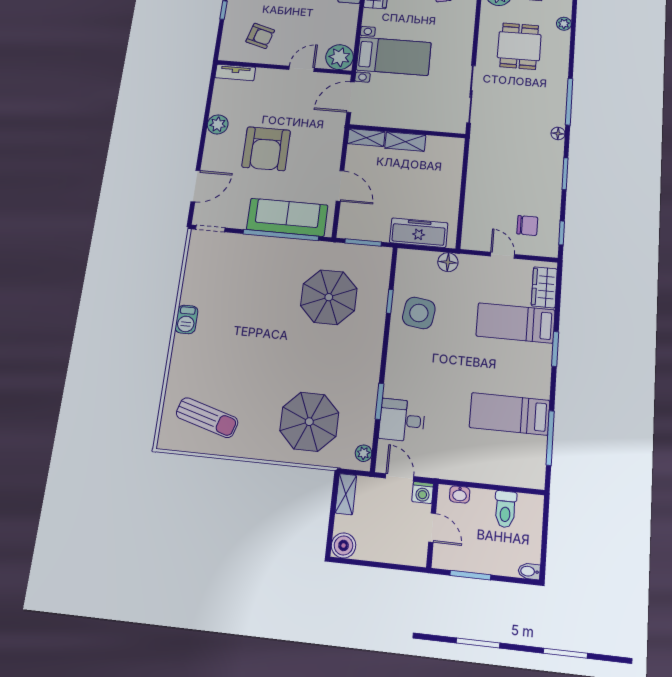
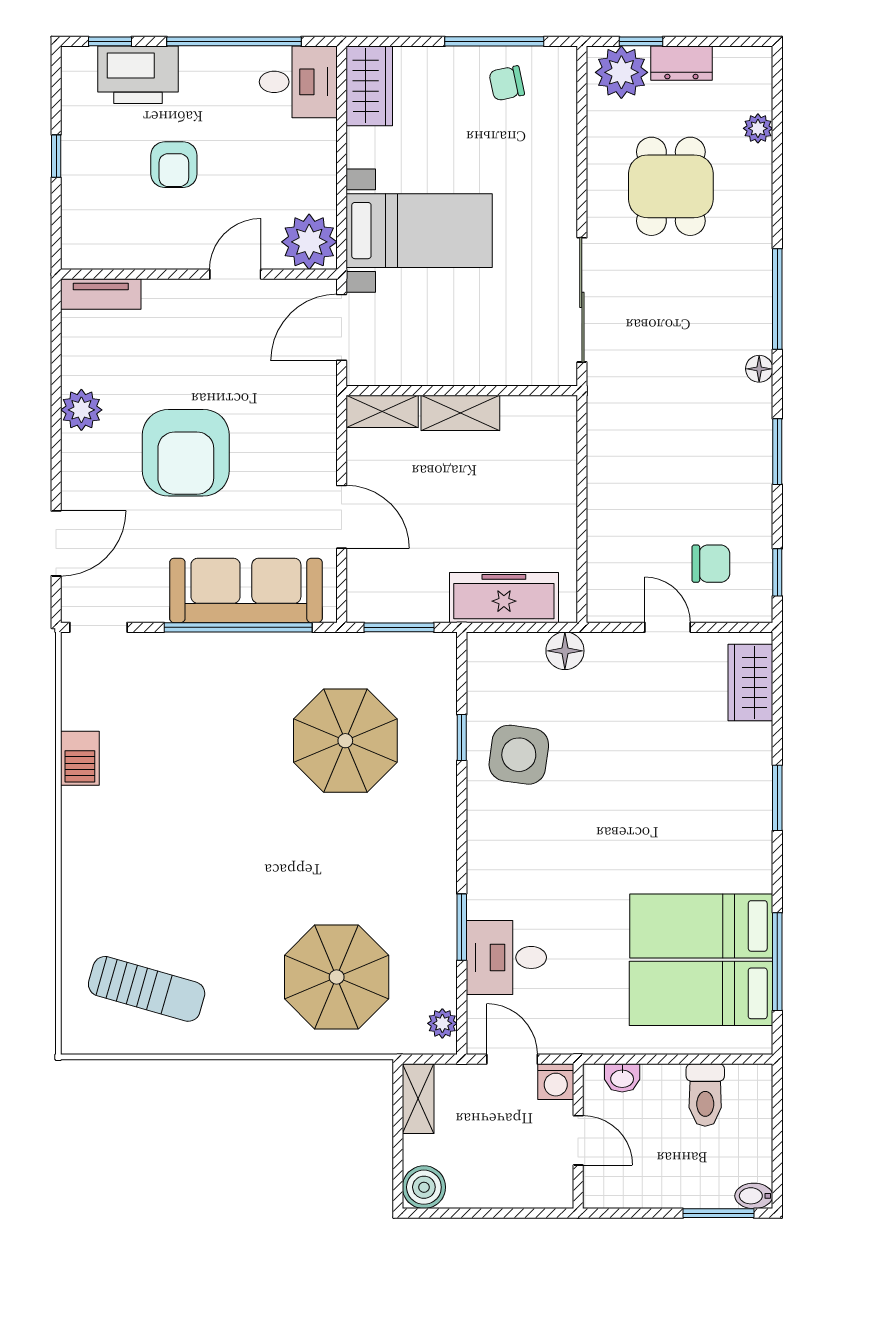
armchair: (260, 36) -> (174, 165), moved, turned 74
barbecue: (186, 319) -> (80, 758), moved
bed: (516, 323) -> (701, 993), moved
window: (470, 575) -> (718, 1213), moved

